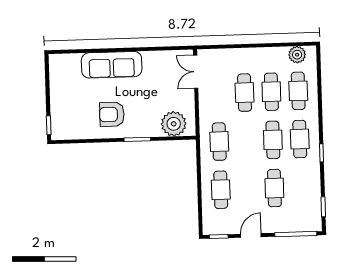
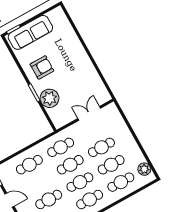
sofa: (112, 65) -> (30, 32), moved, turned -90
double door: (196, 72) -> (89, 113), moved
armchair: (112, 114) -> (42, 67), turned 90
plant: (174, 124) -> (50, 98), moved
cafe table: (246, 141) -> (70, 165), added

